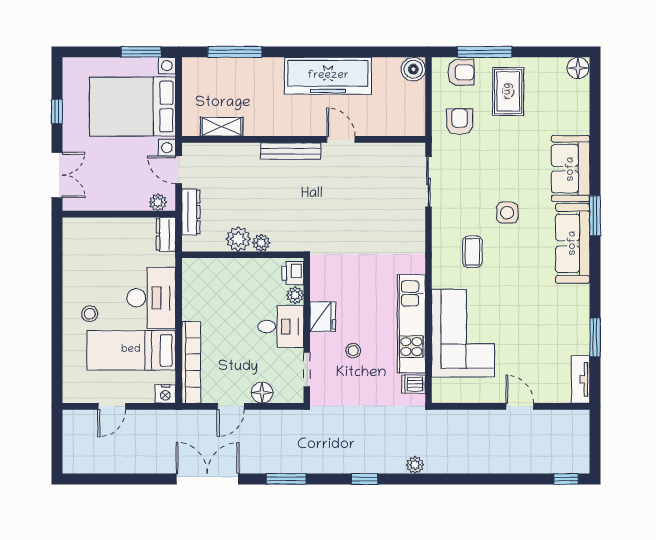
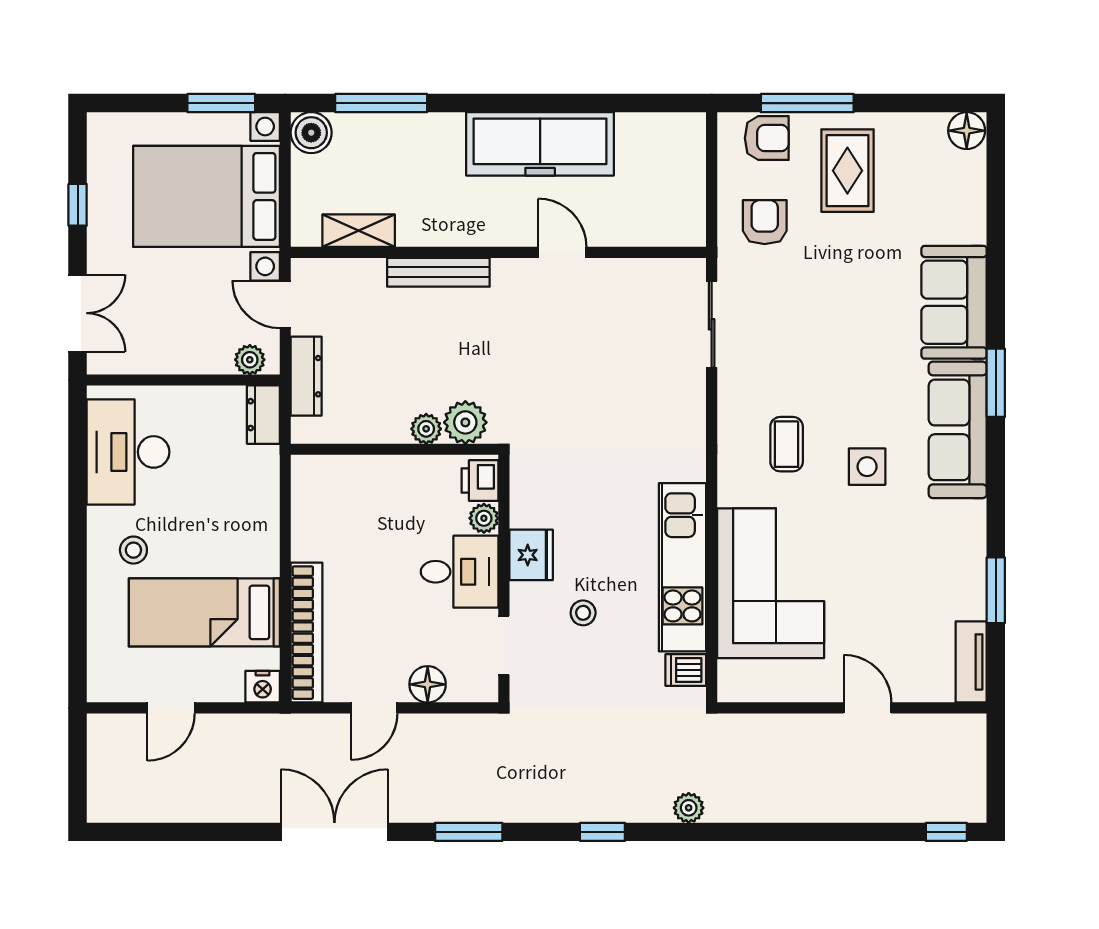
boiler: (413, 69) -> (311, 133), moved
bench: (291, 151) -> (438, 272), moved
side table: (507, 213) -> (867, 467), moved
plant: (238, 239) -> (465, 422), moved
desk: (151, 298) -> (128, 452), moved, turned 180

